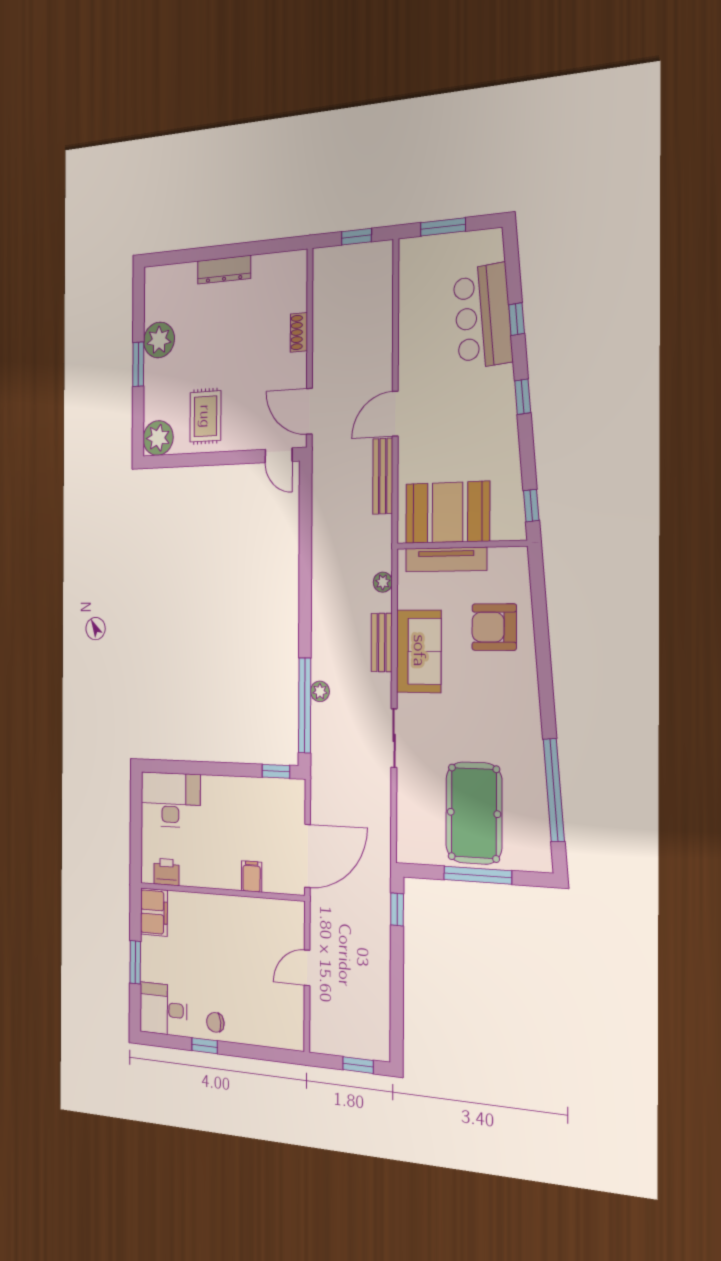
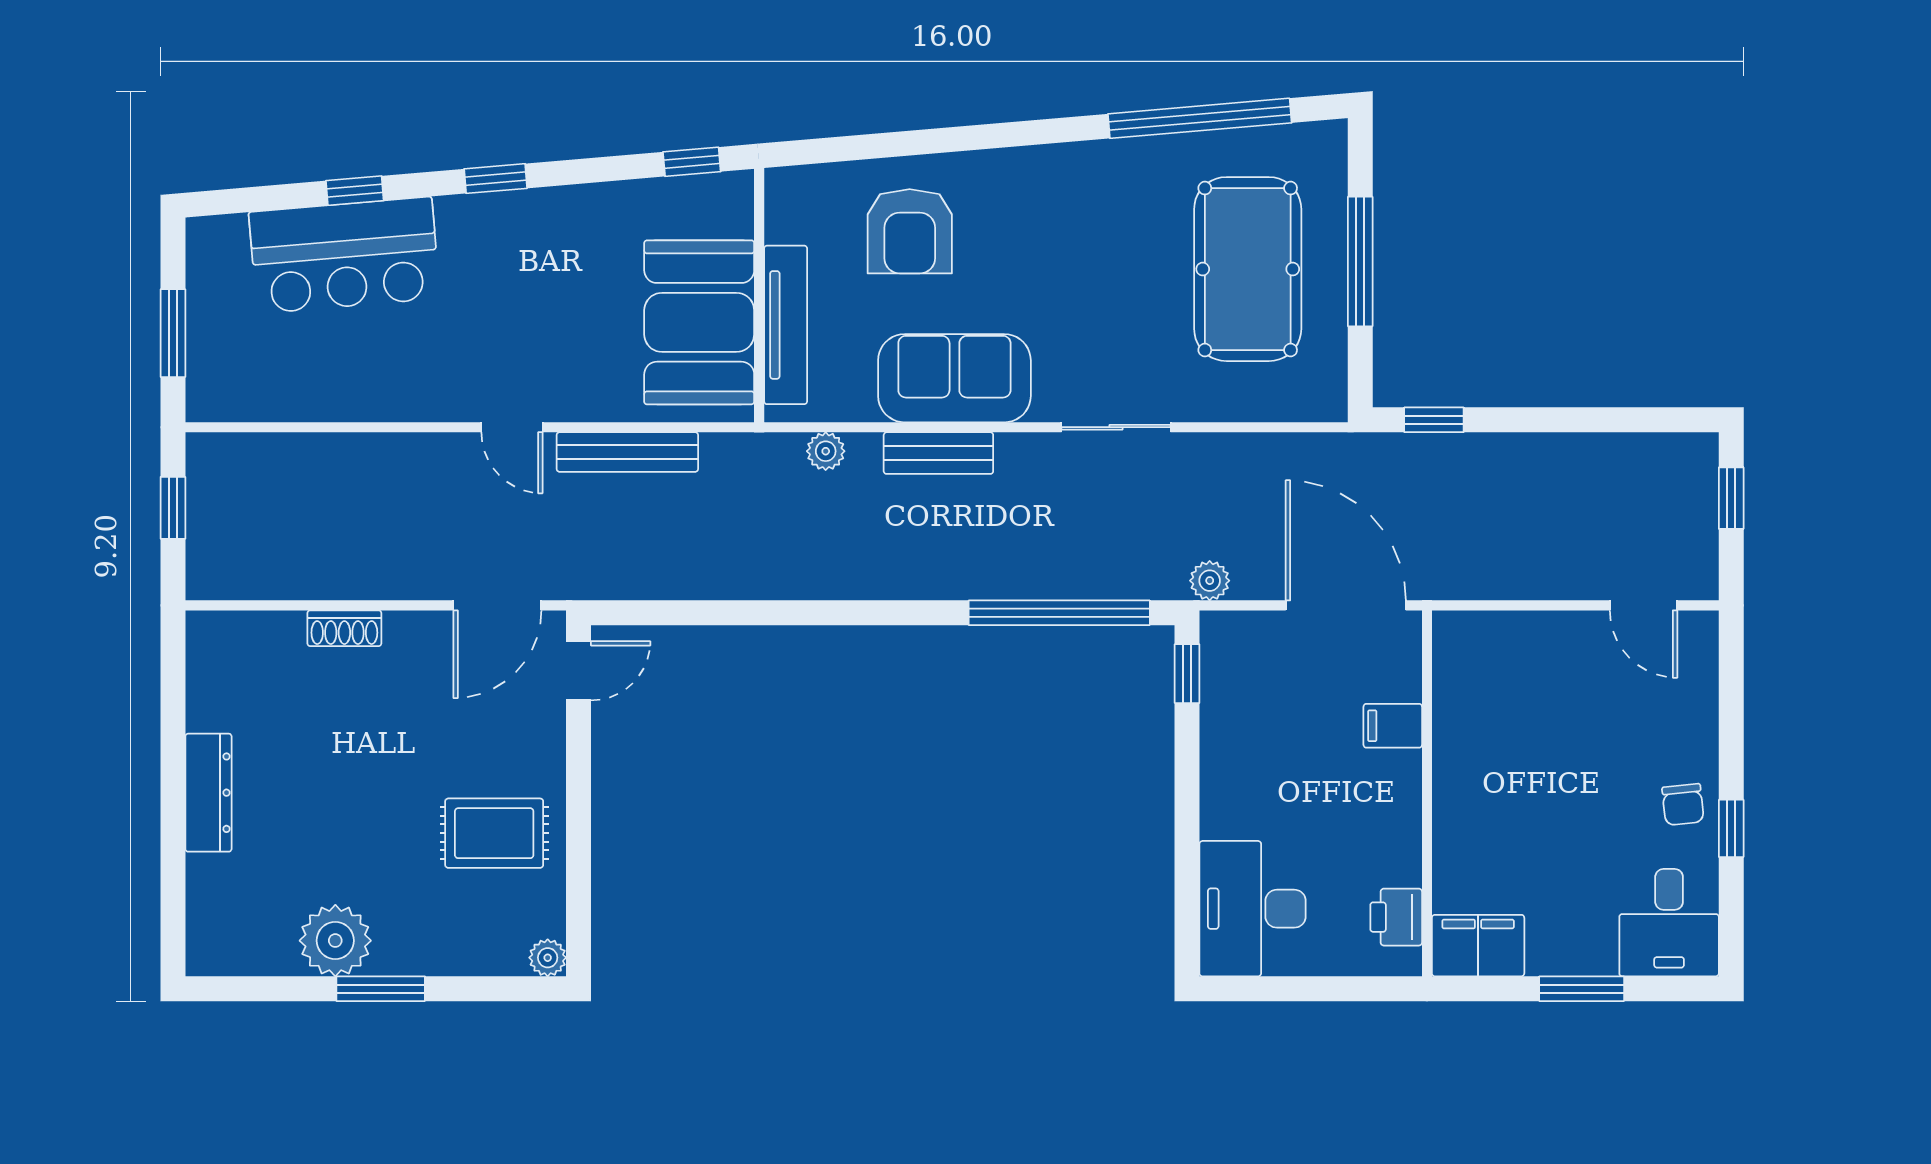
door: (395, 414) -> (512, 427), width x0.73
plant: (158, 438) -> (548, 958), width x0.53, depth x0.53
plant: (320, 691) -> (1210, 581), moved
pool table: (474, 813) -> (1248, 269), turned 90
door: (307, 968) -> (1644, 605), moved

